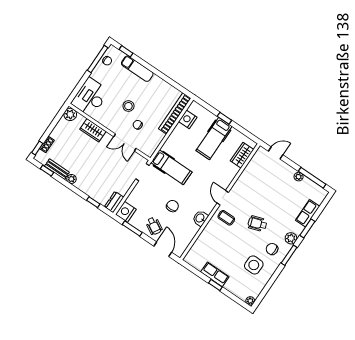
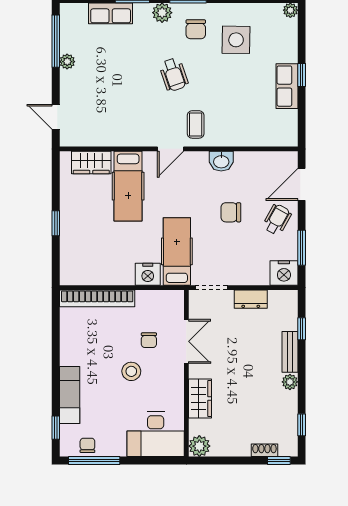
nightstand: (188, 119) -> (148, 274), moved
hospital bed: (214, 138) -> (128, 186), moved, turned 90
bench: (57, 169) -> (290, 352), moved
dresser: (114, 202) -> (251, 299), moved

